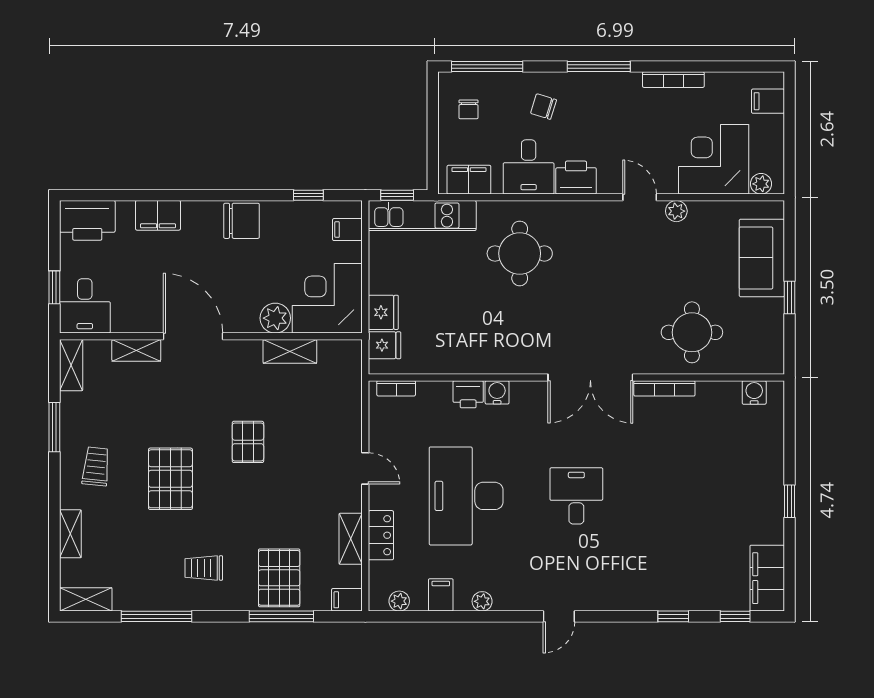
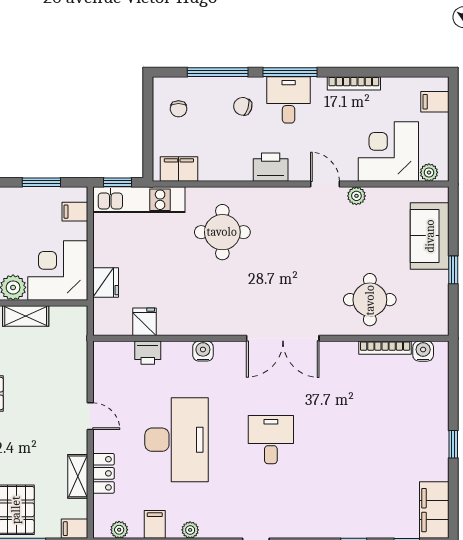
window: (487, 67) -> (218, 72), moved
desk: (529, 167) -> (289, 100), moved, turned 180
window: (308, 195) -> (41, 182), width x1.50
fridge: (385, 345) -> (145, 322), moved, turned -90
bookcase: (396, 388) -> (117, 348), removed
bookcase: (664, 388) -> (385, 348), moved
printer: (468, 394) -> (148, 353), moved
desk: (466, 496) -> (176, 440), turned 180

